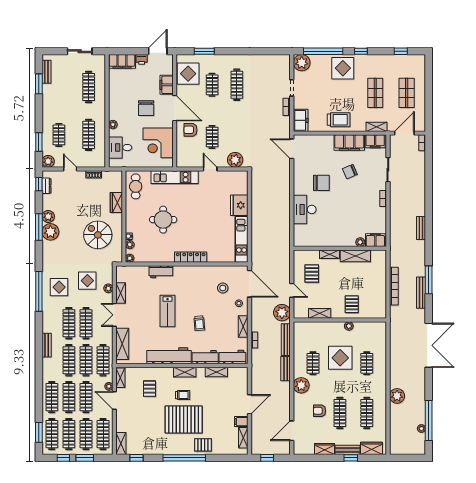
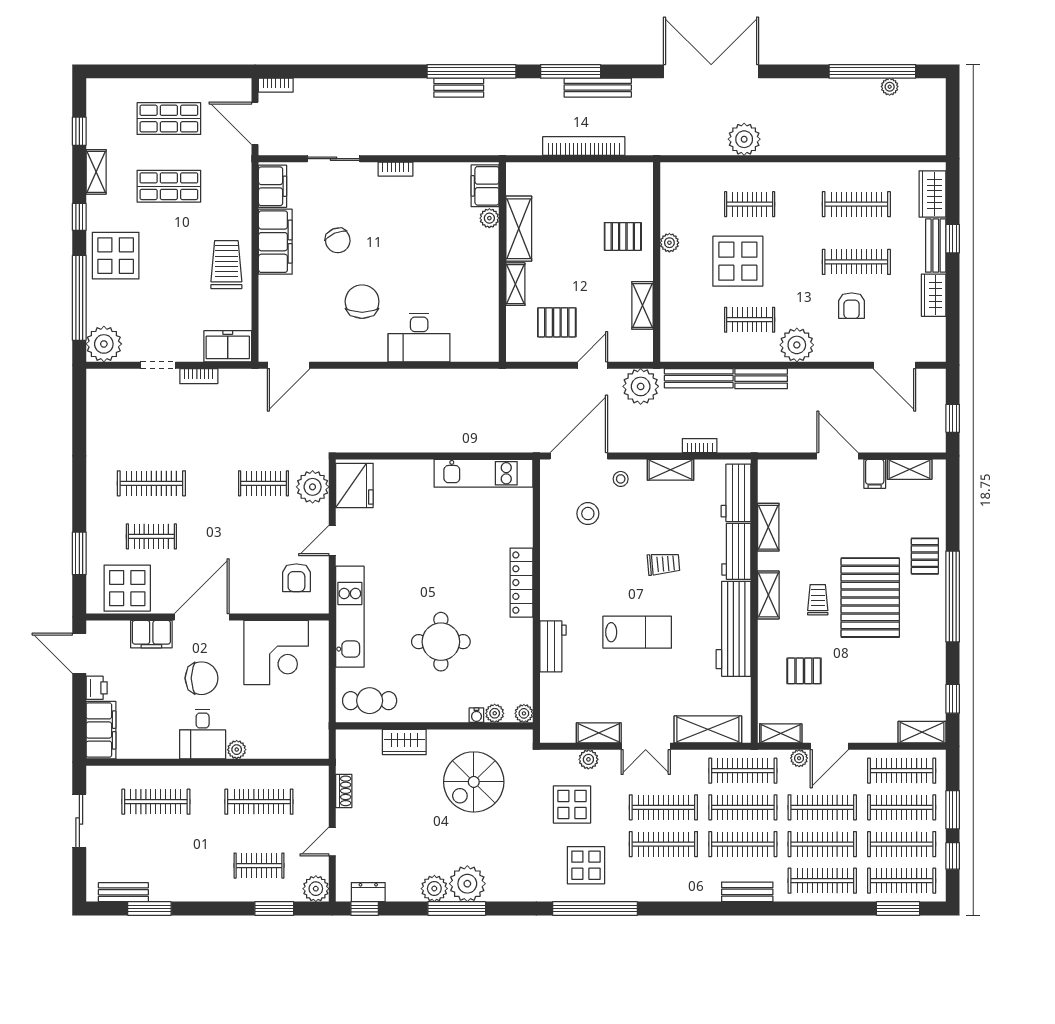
shelving: (377, 127) -> (96, 172), moved
armchair: (191, 130) -> (296, 578), moved
clothes rail: (212, 137) -> (263, 483), moved
desk: (120, 148) -> (203, 734), moved
fridge: (239, 205) -> (354, 485), moved, turned -90
window: (429, 234) -> (471, 71), added
bench: (47, 345) -> (747, 892), moved
plant: (397, 396) -> (744, 139), moved

